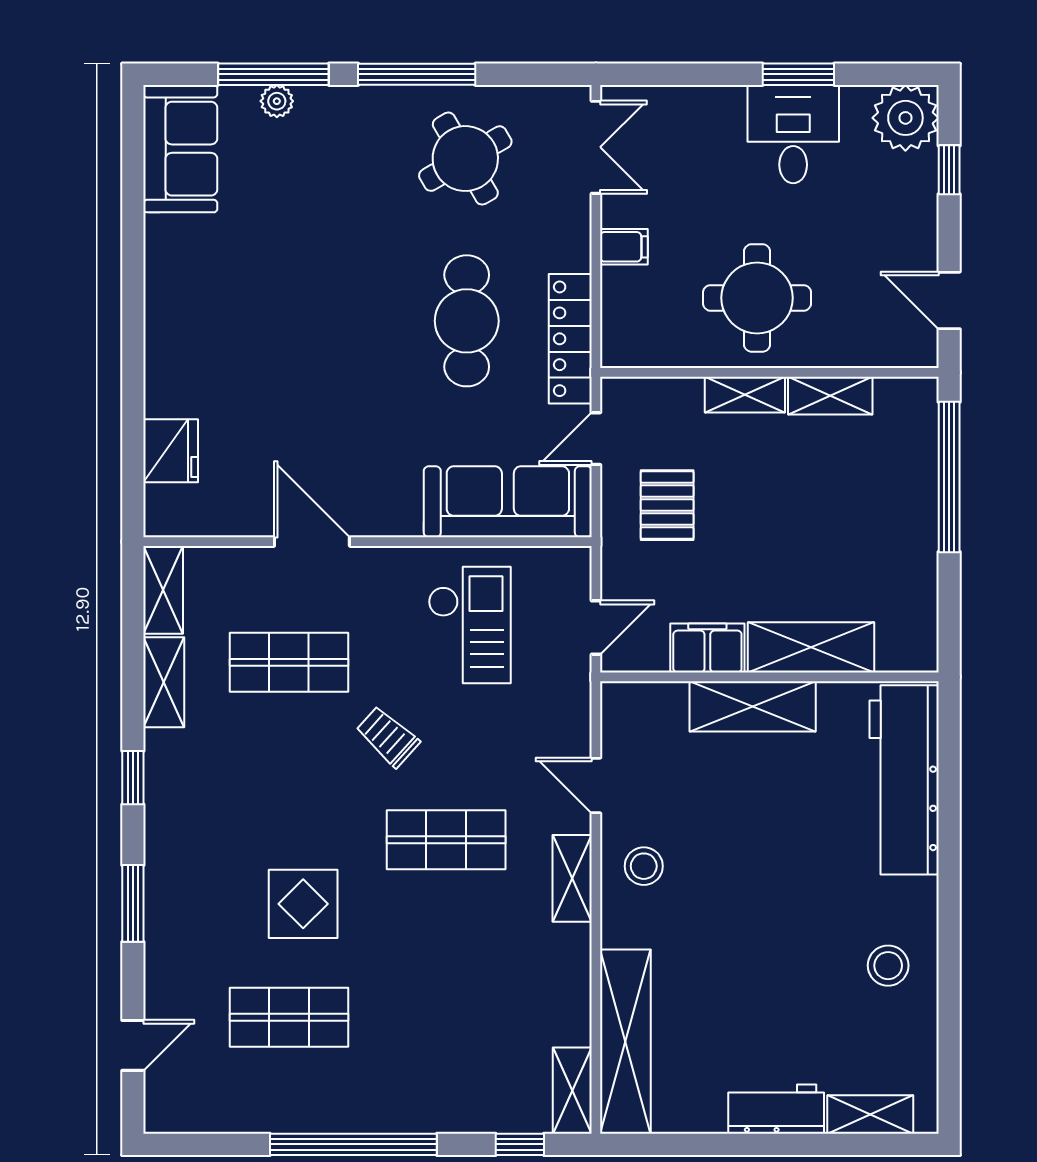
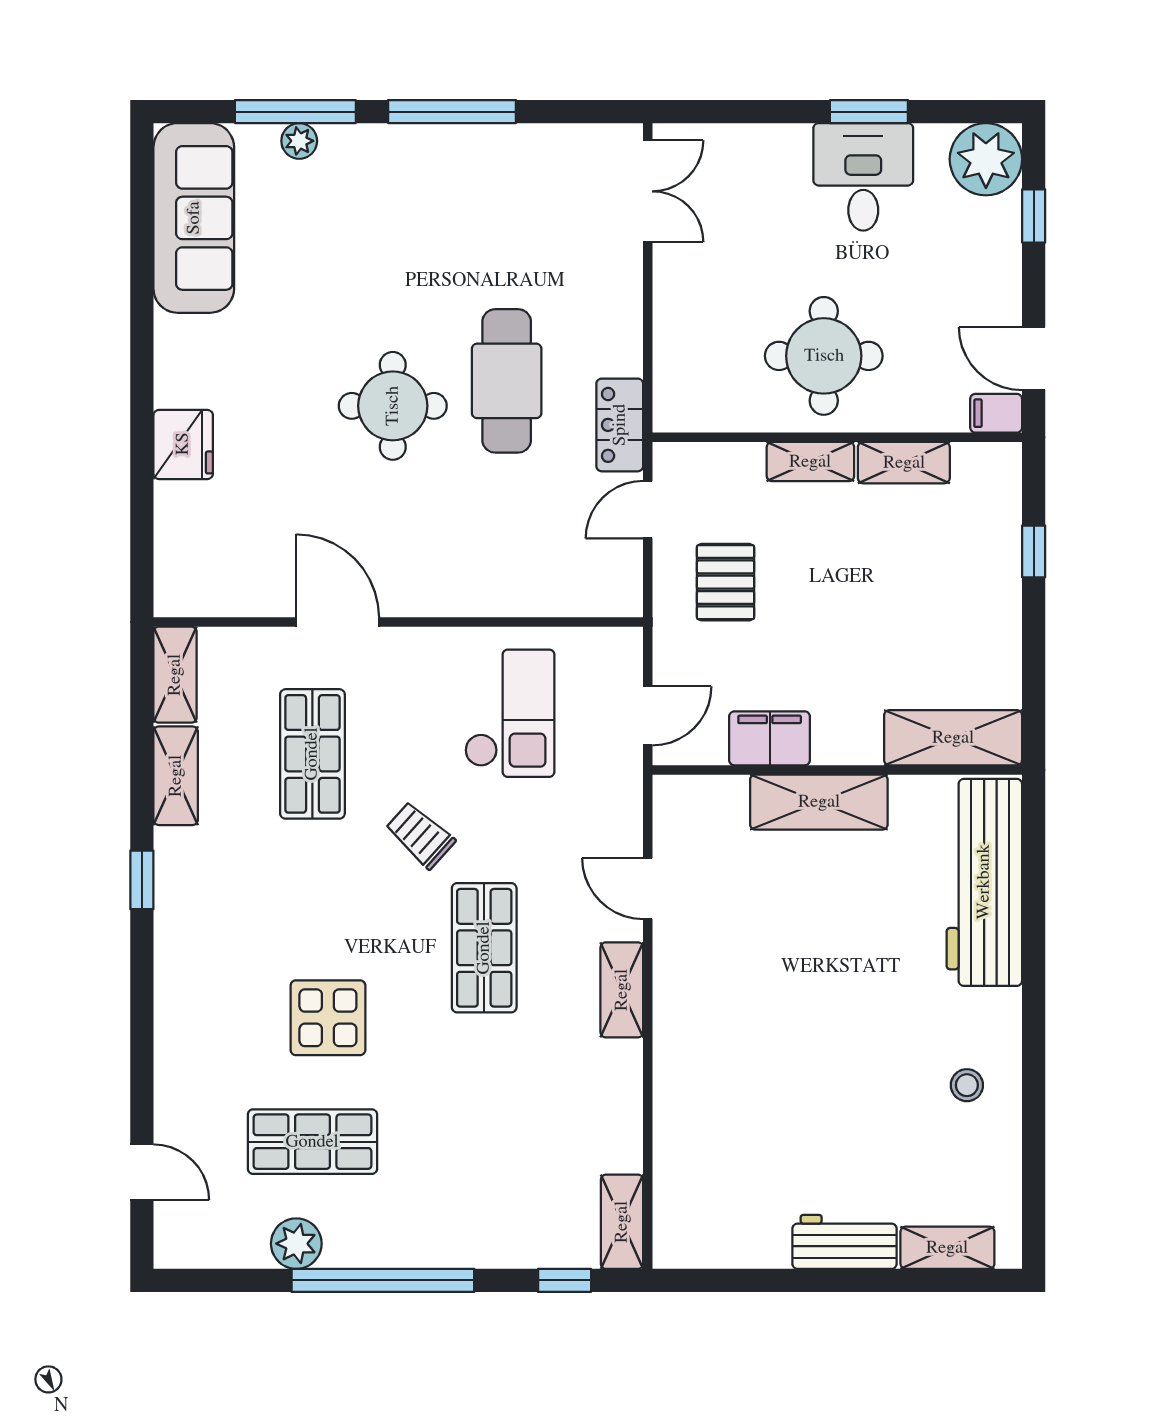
sofa: (180, 149) -> (194, 218), width x1.36
round table: (465, 159) -> (393, 406), moved, turned 30
filing cabinet: (624, 247) -> (996, 413), moved, turned 180
locker: (570, 339) -> (620, 425), width x0.66
fridge: (171, 451) -> (183, 444), moved
window: (949, 477) -> (1034, 551), width x0.32
sofa: (508, 502) -> (552, 578), removed
shelving: (811, 647) -> (953, 738), moved
shop shelf: (289, 662) -> (312, 754), turned 90
shop shelf: (446, 840) -> (484, 948), turned 90
stool: (644, 866) -> (700, 977), removed
window: (133, 903) -> (142, 1017), removed
stool: (888, 966) -> (967, 1085), width x0.73, depth x0.73
shelving: (625, 1042) -> (680, 1168), removed
door: (133, 1045) -> (142, 1172), hinge flipped
plant: (274, 1111) -> (296, 1244), added

